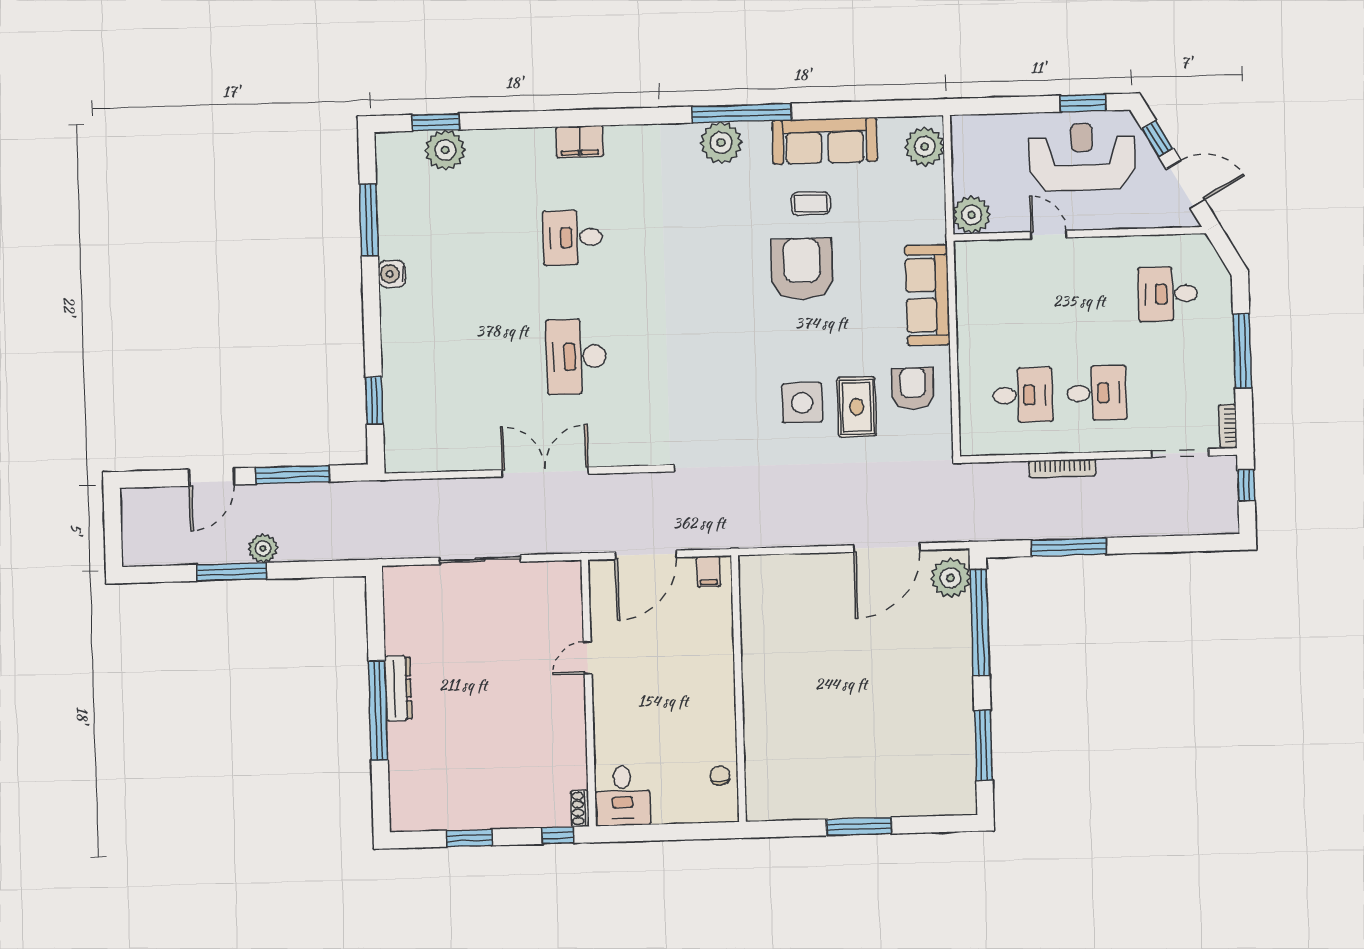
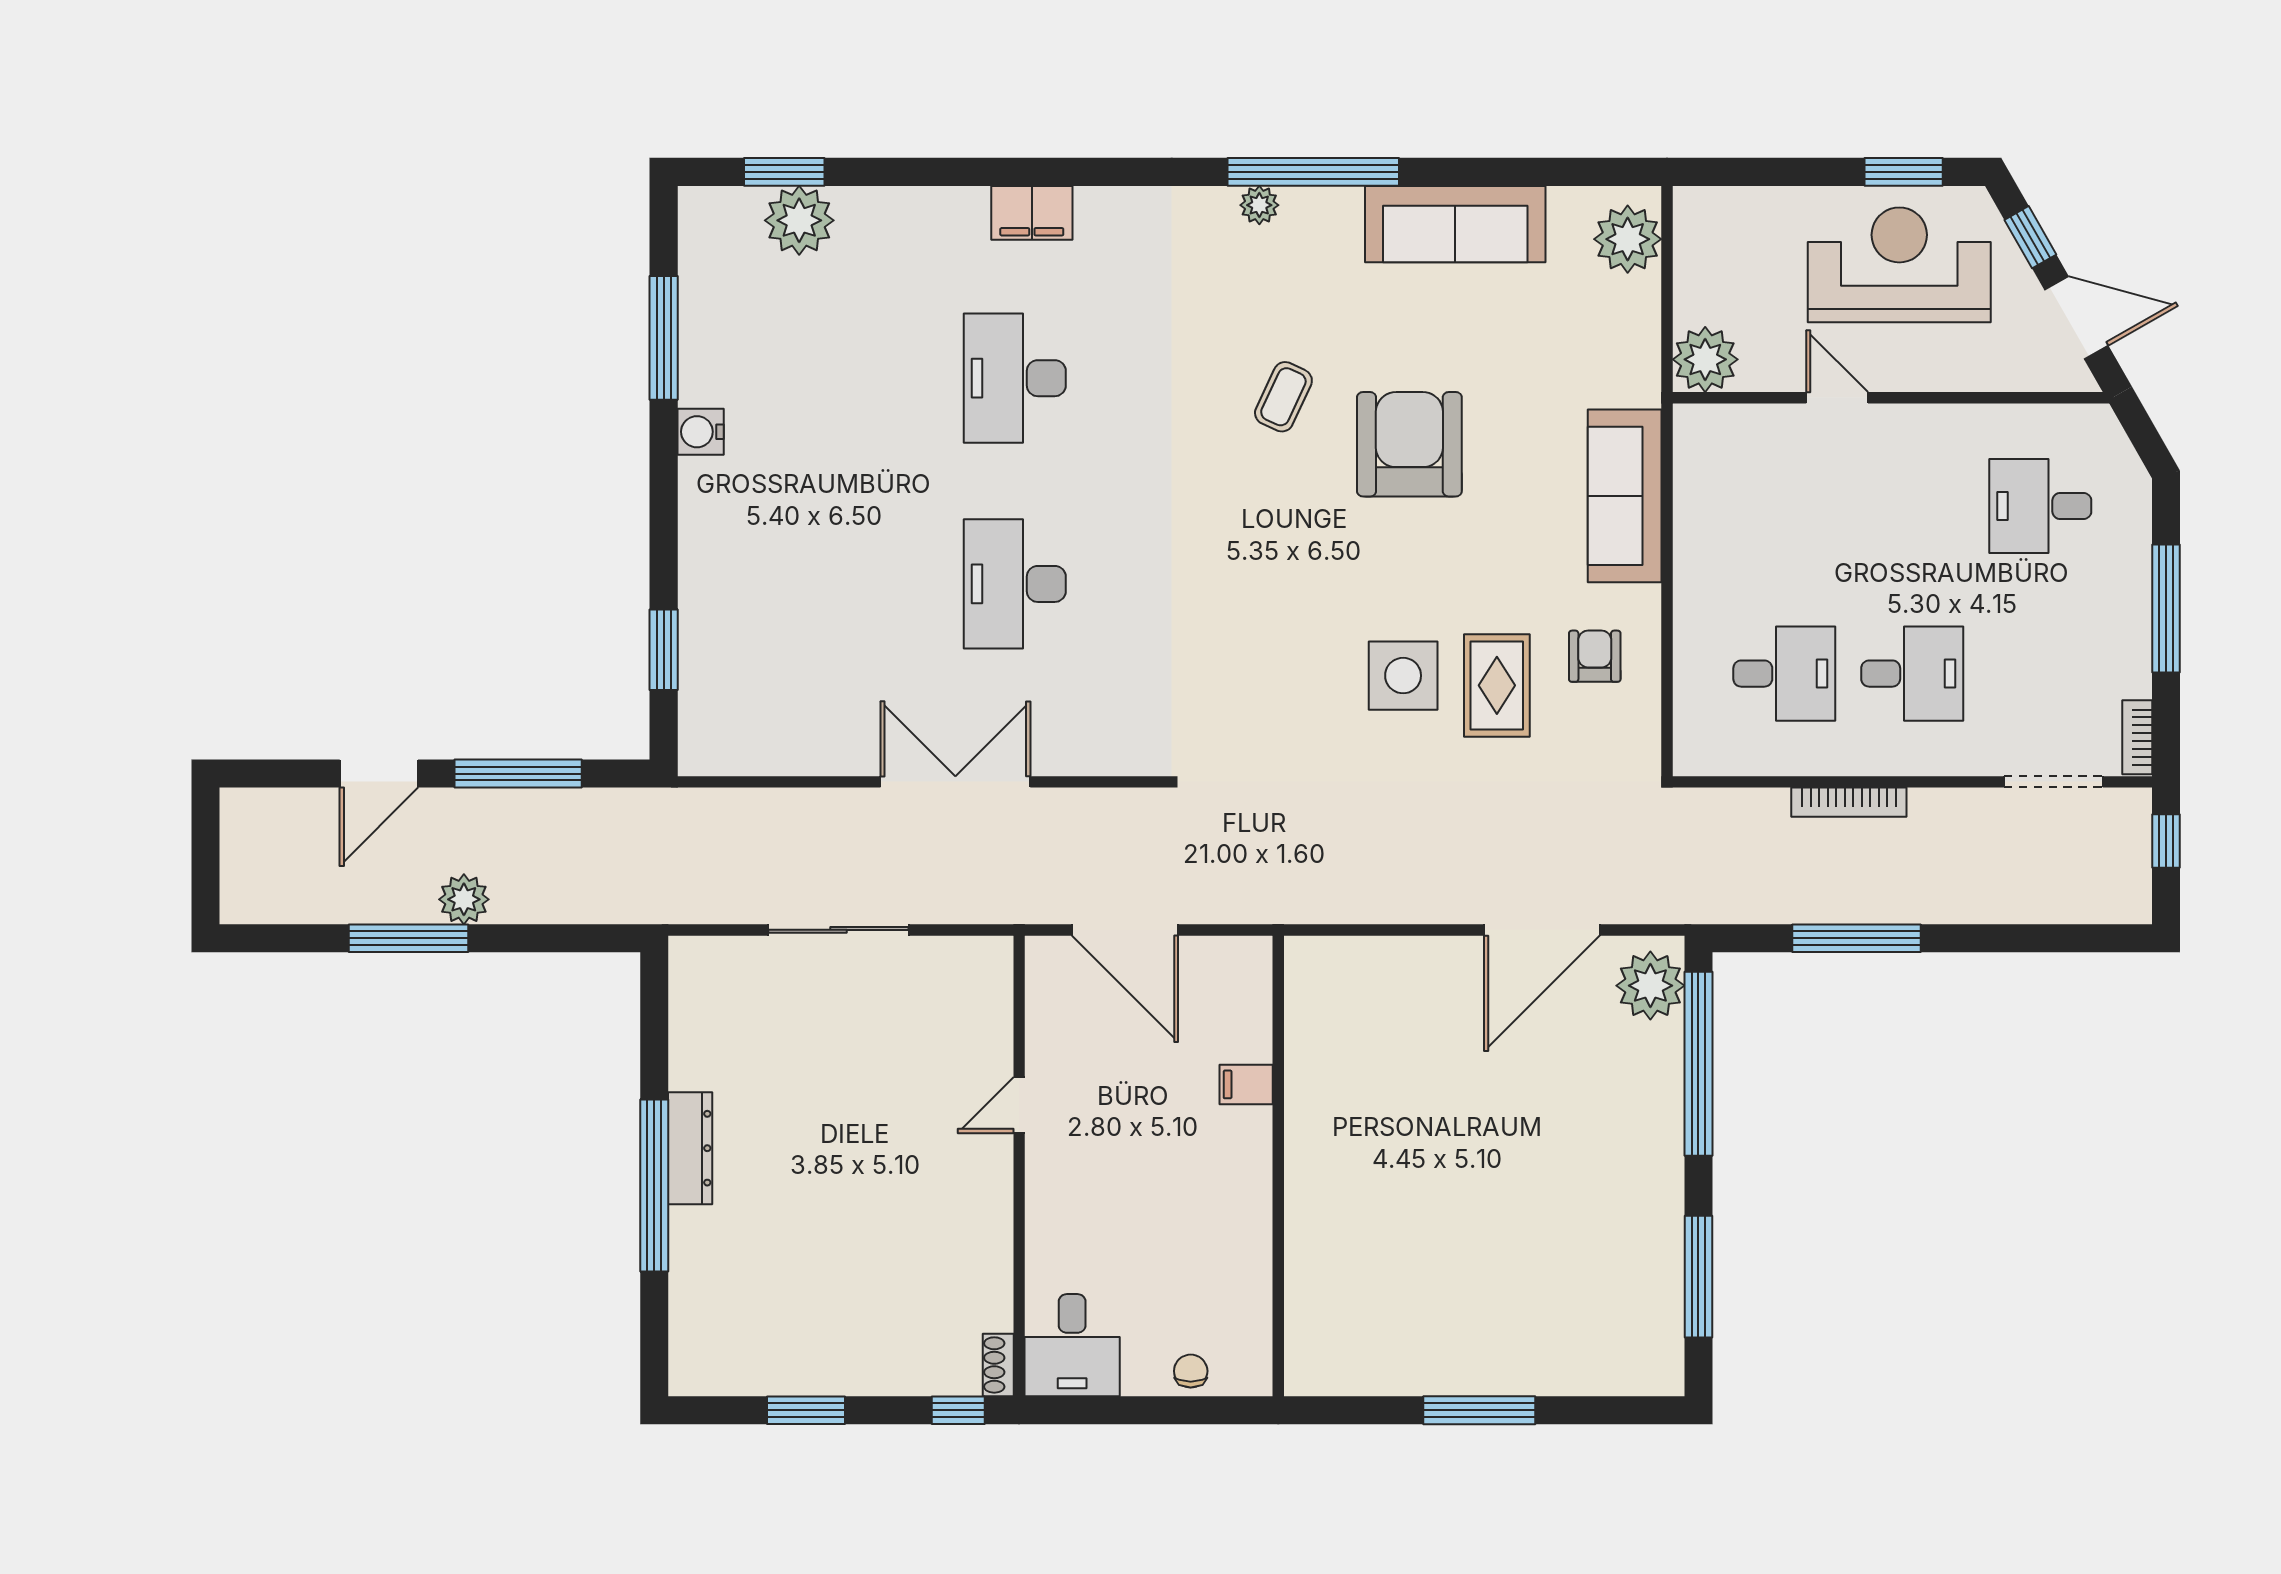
plant: (721, 143) -> (1259, 205), width x0.53, depth x0.53
coffee table: (811, 204) -> (1283, 397), moved, turned -65
desk: (573, 238) -> (1015, 378), width x1.37
armchair: (913, 388) -> (1595, 656), width x0.72, depth x0.72
door: (646, 555) -> (1125, 930), hinge flipped
filing cabinet: (709, 571) -> (1246, 1084), moved, turned 90
chair: (720, 776) -> (1191, 1371), moved

